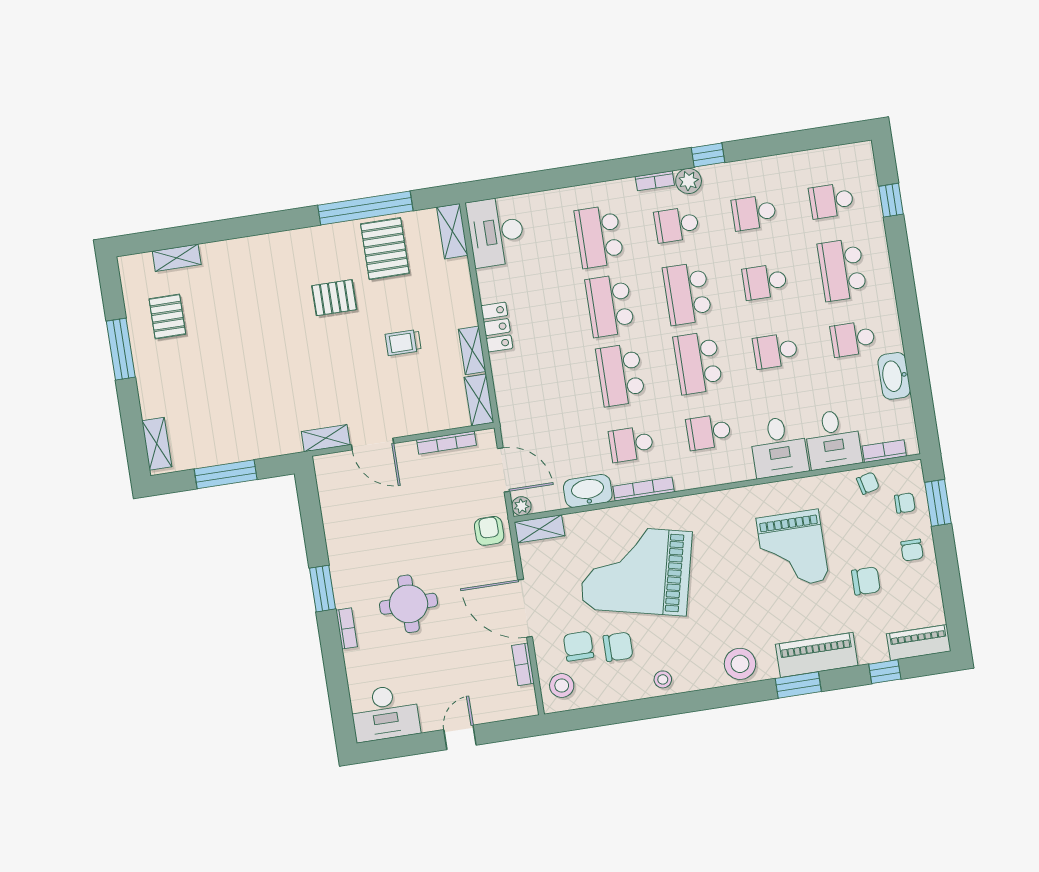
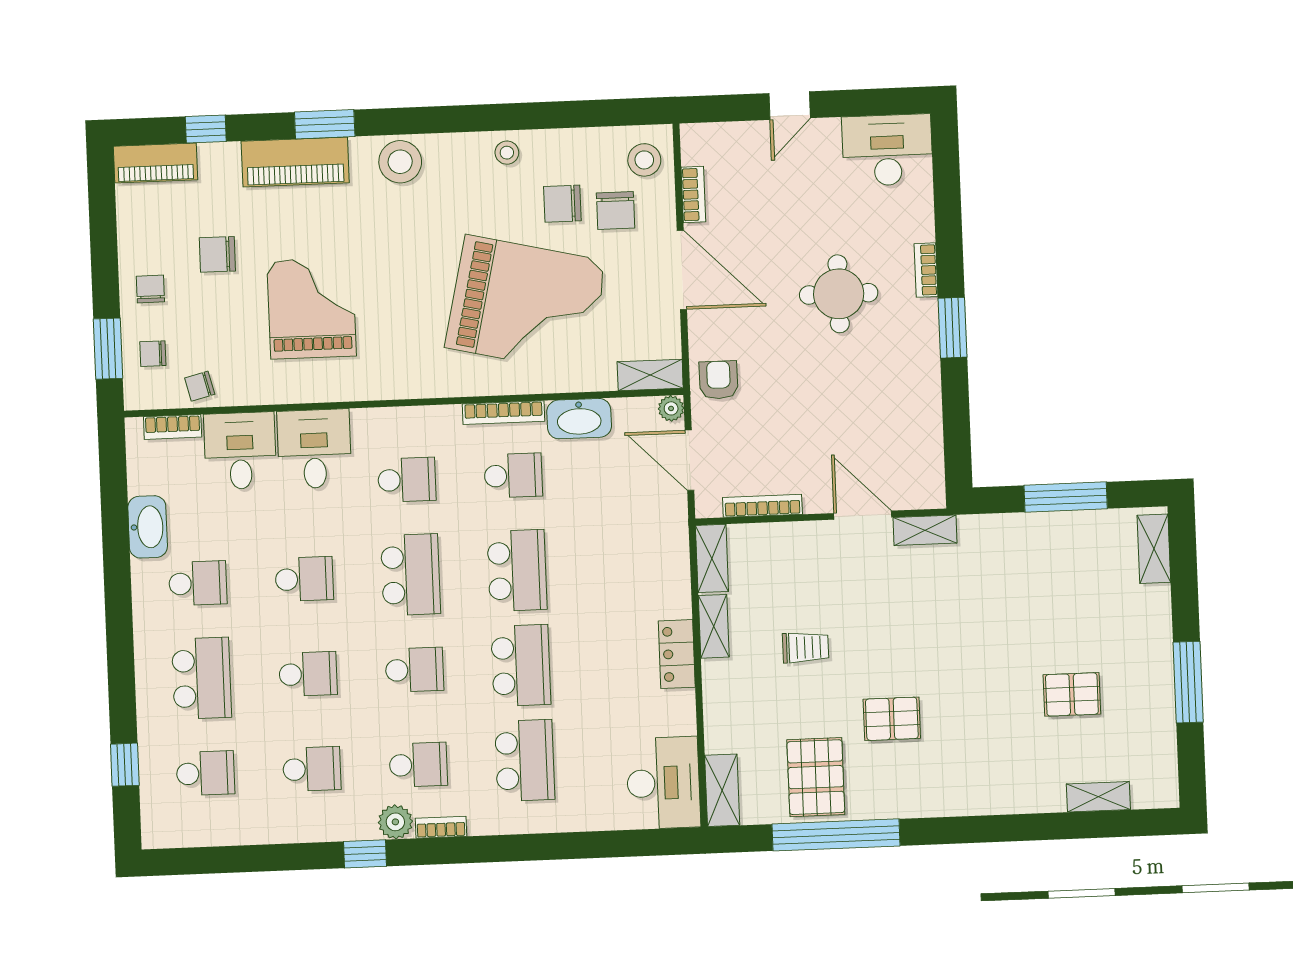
school desk: (687, 294) -> (414, 670), width x0.54
pallet: (167, 316) -> (1072, 694), moved, turned 90
armchair: (489, 531) -> (718, 380), turned 180

